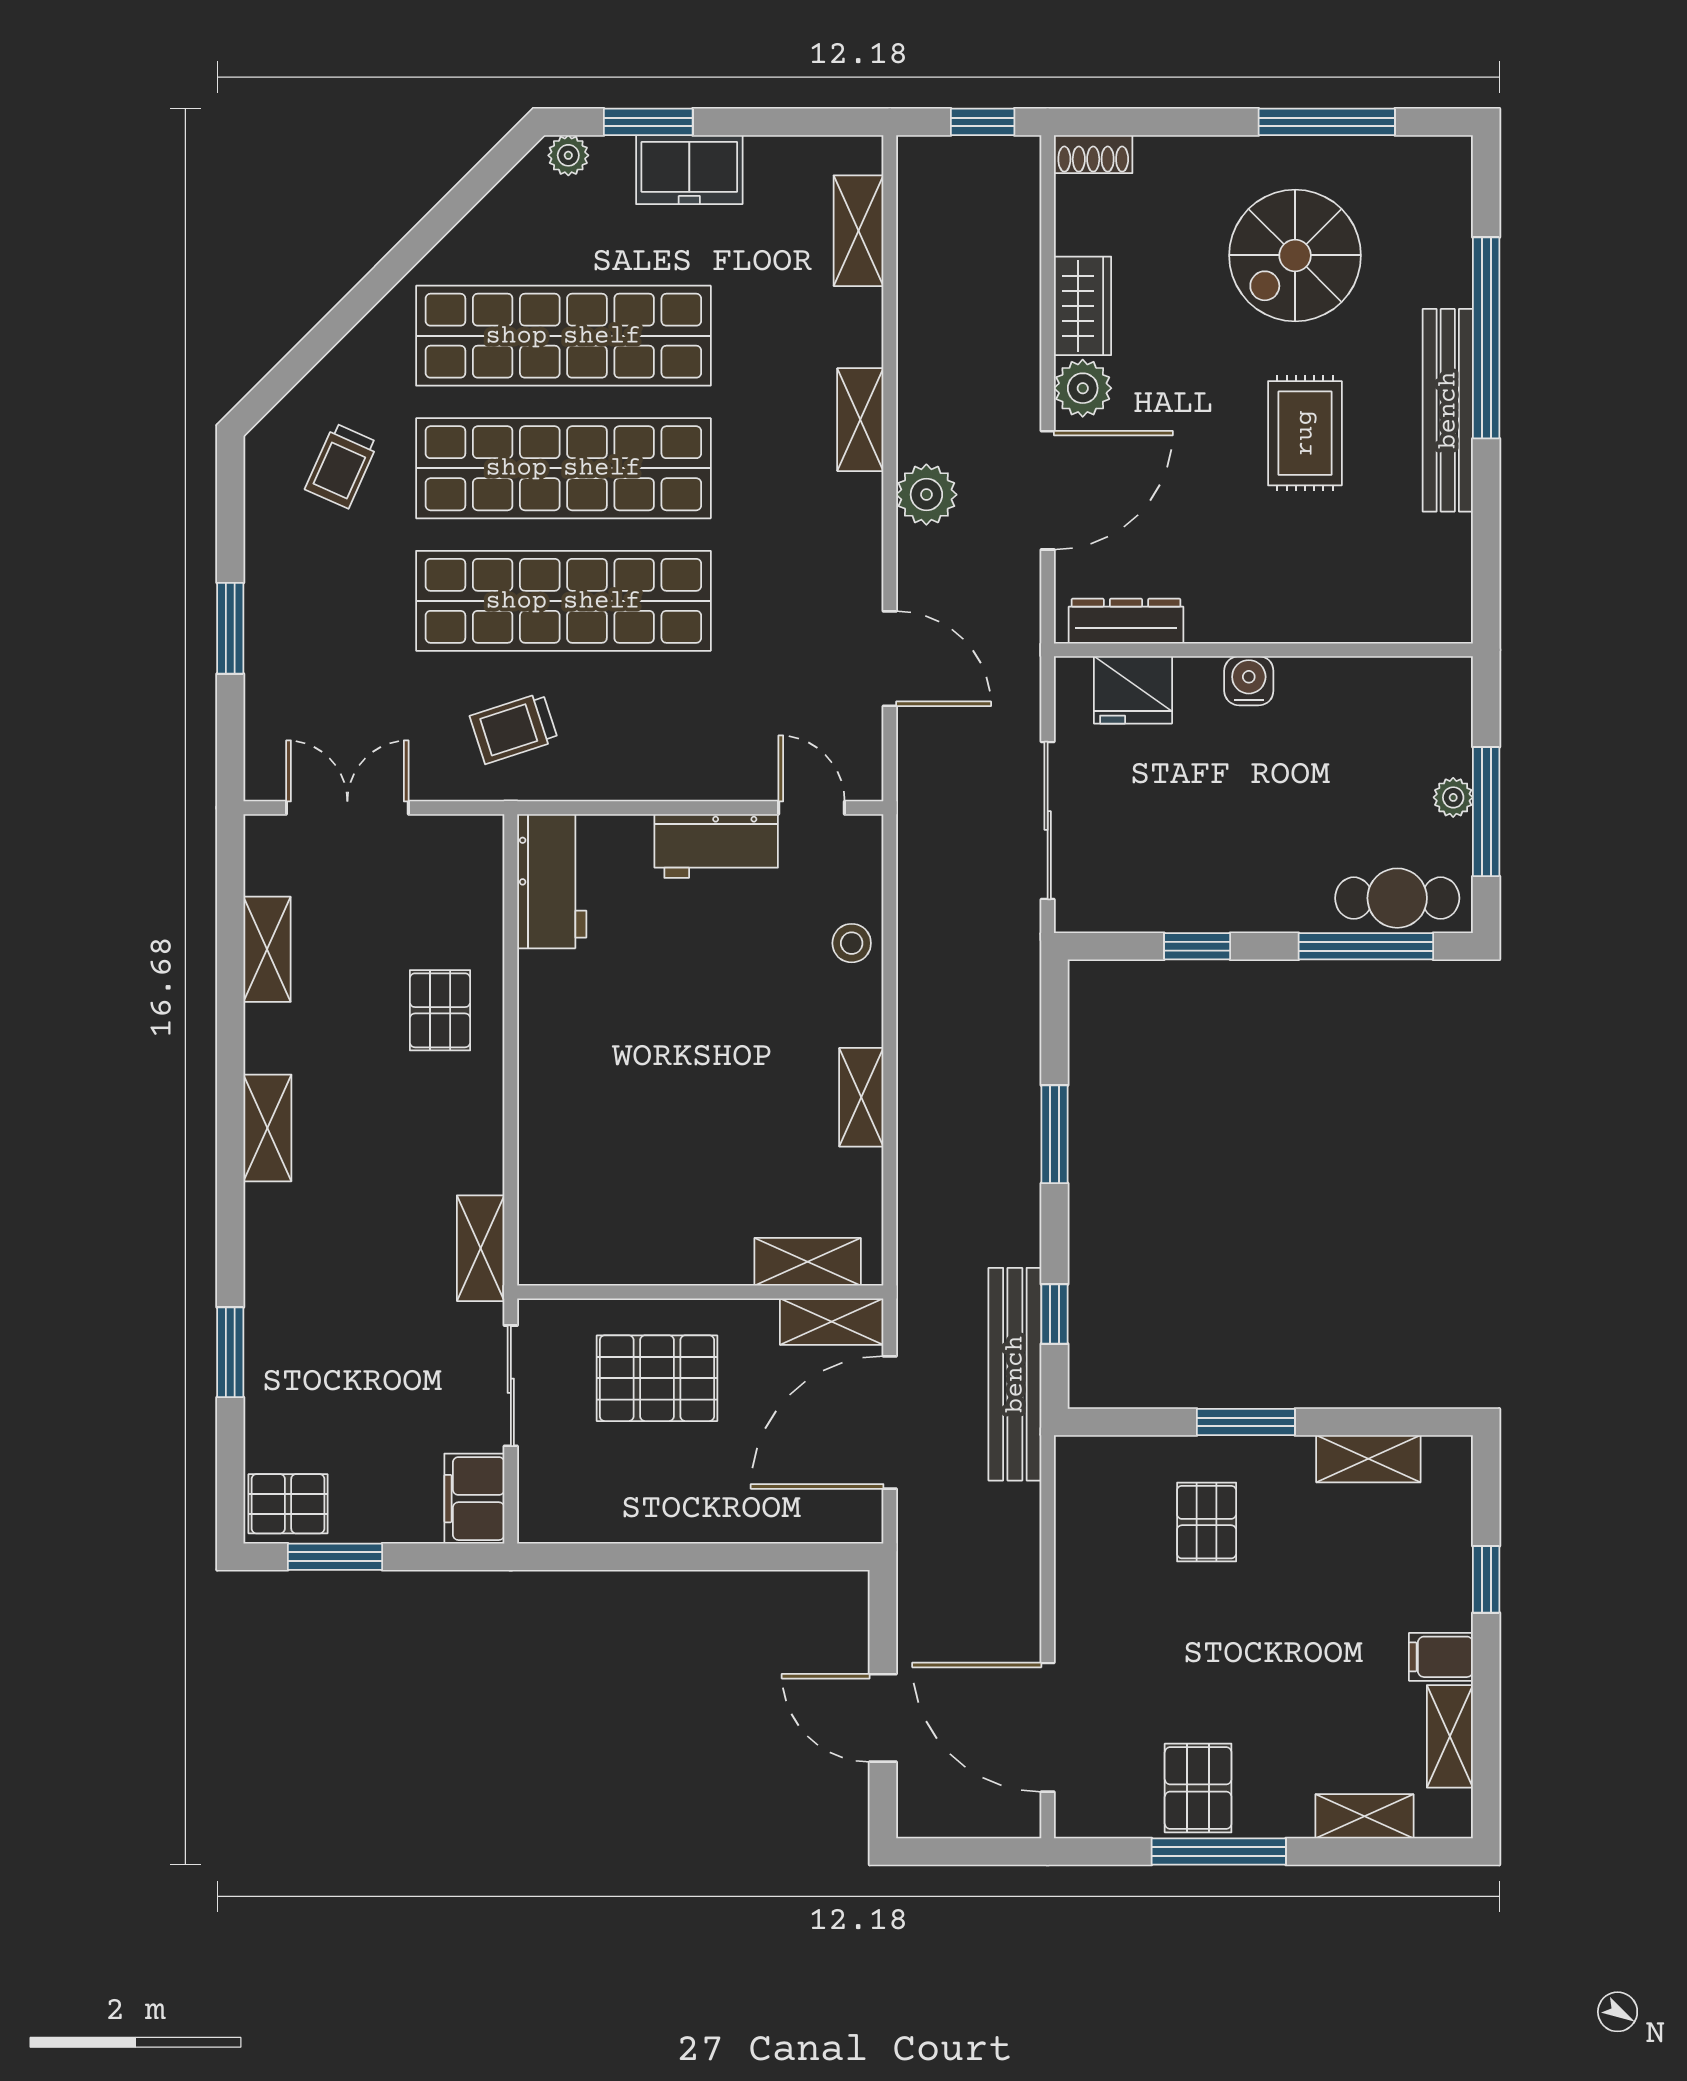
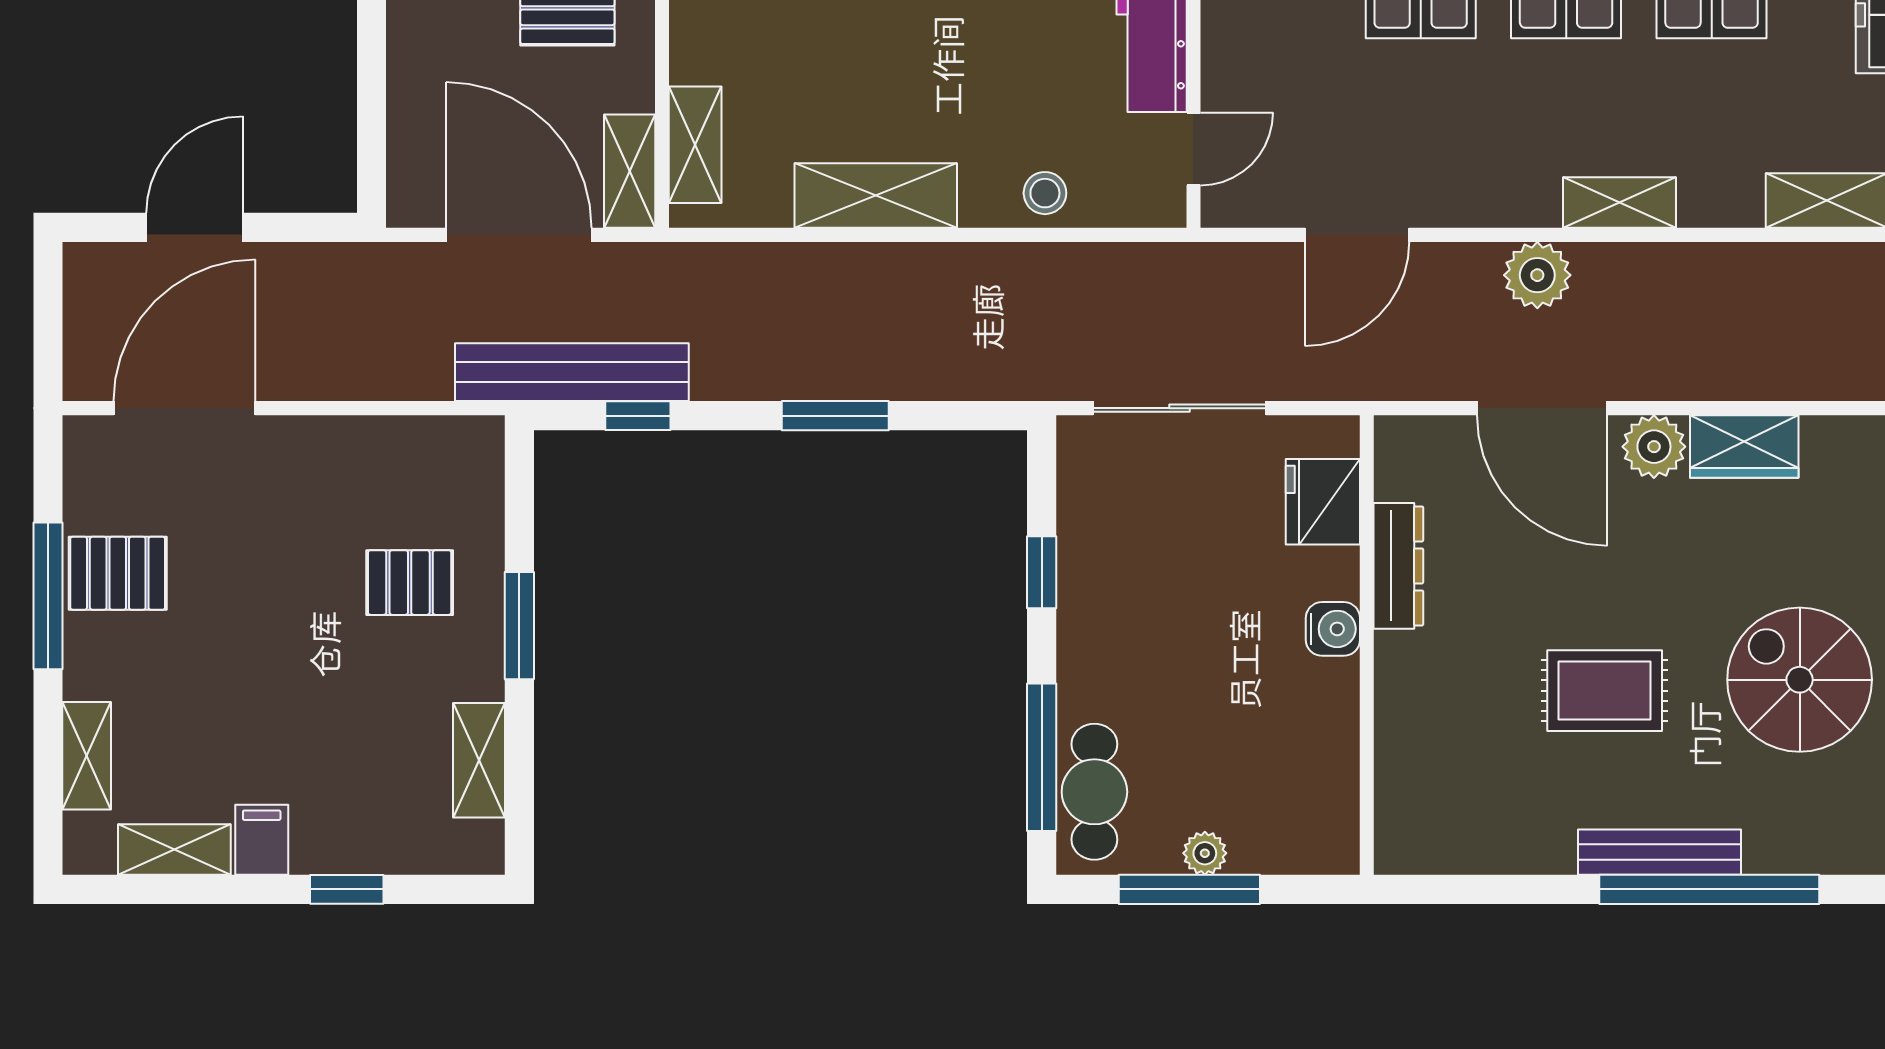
bench: (1448, 410) -> (1660, 852), width x0.73, depth x0.82
dresser: (1126, 621) -> (1398, 566), moved
shelving: (861, 1097) -> (876, 195), width x1.50, depth x1.33

